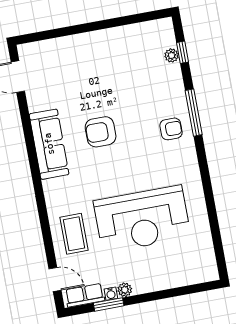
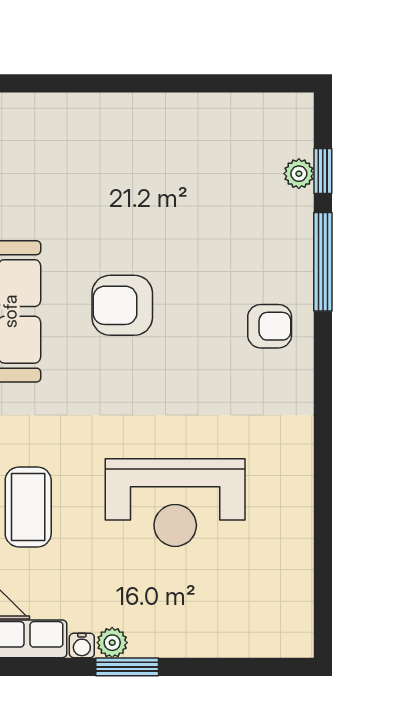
window: (194, 113) -> (323, 262), moved
reception desk: (142, 219) -> (175, 503), width x0.74, depth x0.77
window: (109, 304) -> (127, 667), moved

